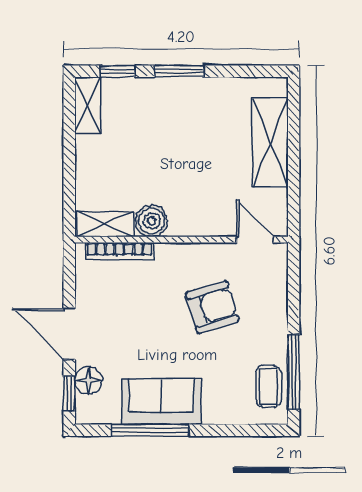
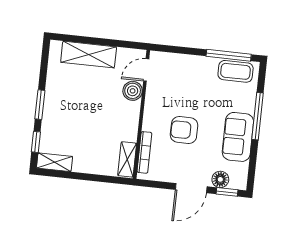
boiler: (151, 221) -> (133, 91), moved
armchair: (212, 307) -> (184, 130), moved, turned -73
coffee table: (268, 386) -> (236, 71), width x1.36, depth x1.30
window: (150, 430) -> (258, 116), moved

